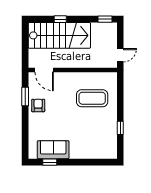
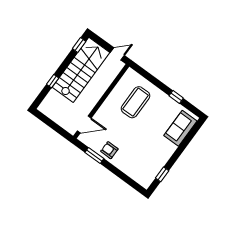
stairs: (59, 35) -> (81, 70), moved
door: (120, 55) -> (117, 54), hinge flipped
sofa: (53, 150) -> (180, 128), moved

